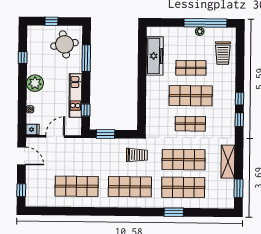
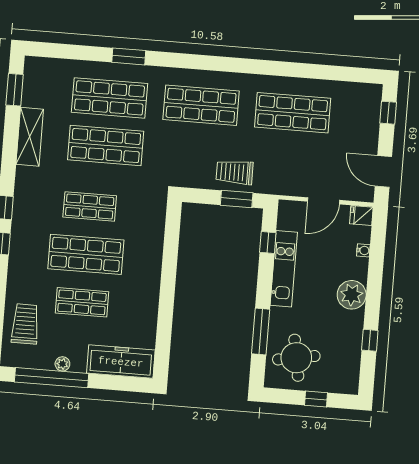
freezer: (155, 56) -> (121, 362), moved, turned 90
trolley: (137, 155) -> (234, 172), moved

